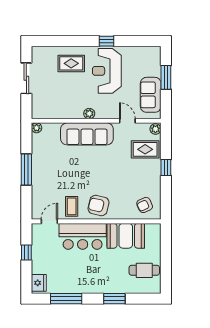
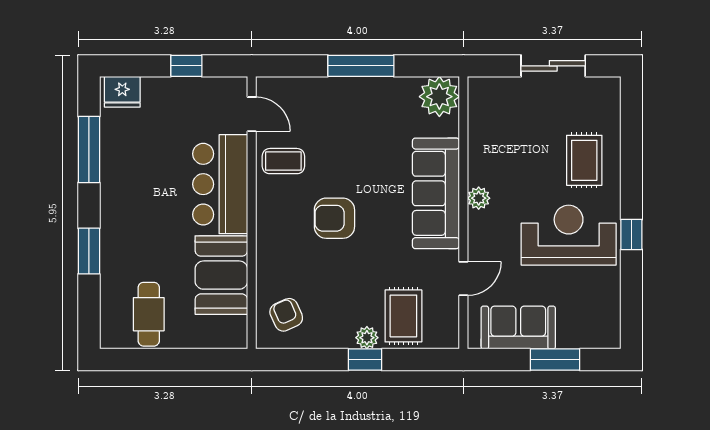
plant: (37, 128) -> (439, 97), width x1.88, depth x1.88
plant: (155, 129) -> (367, 338), moved
armchair: (98, 206) -> (334, 218), moved, turned -103

